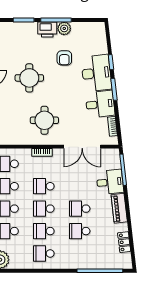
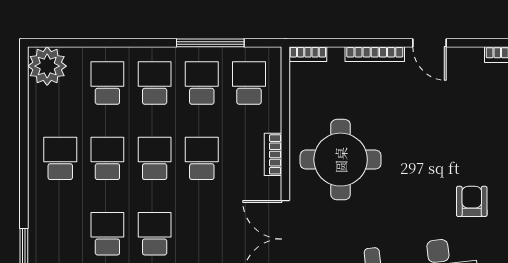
armchair: (64, 58) -> (472, 201), turned 90
round table: (29, 78) -> (430, 128), removed
round table: (44, 120) -> (341, 160), width x1.36, depth x1.36

